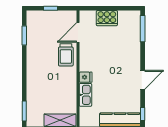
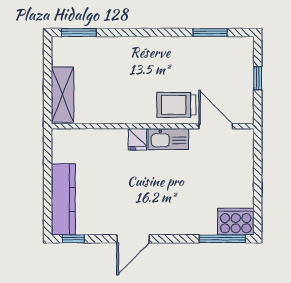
cooker: (107, 18) -> (236, 222), moved, turned 90
door: (143, 80) -> (133, 239), hinge flipped
kitchen sink: (85, 95) -> (168, 139), moved

